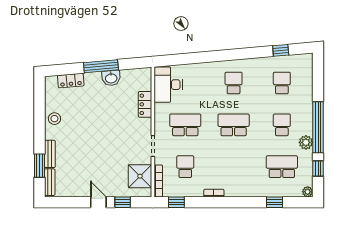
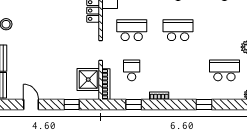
school desk: (282, 125) -> (224, 30), removed
door: (98, 202) -> (31, 105), moved
window: (176, 202) -> (134, 105), moved
window: (274, 202) -> (204, 105), moved

